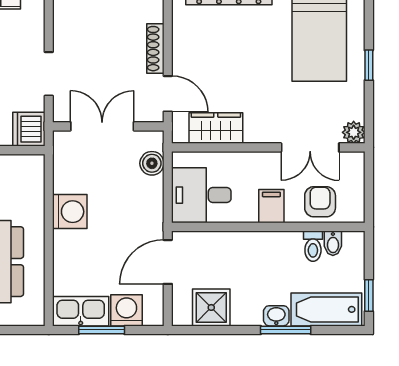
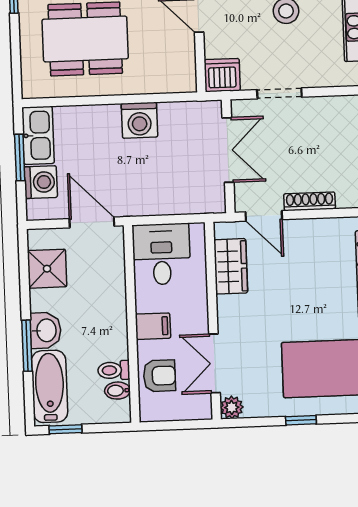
door: (168, 94) -> (264, 216), hinge flipped
boiler: (152, 163) -> (192, 202), removed
washbasin: (276, 316) -> (46, 330), width x1.38, depth x1.45

